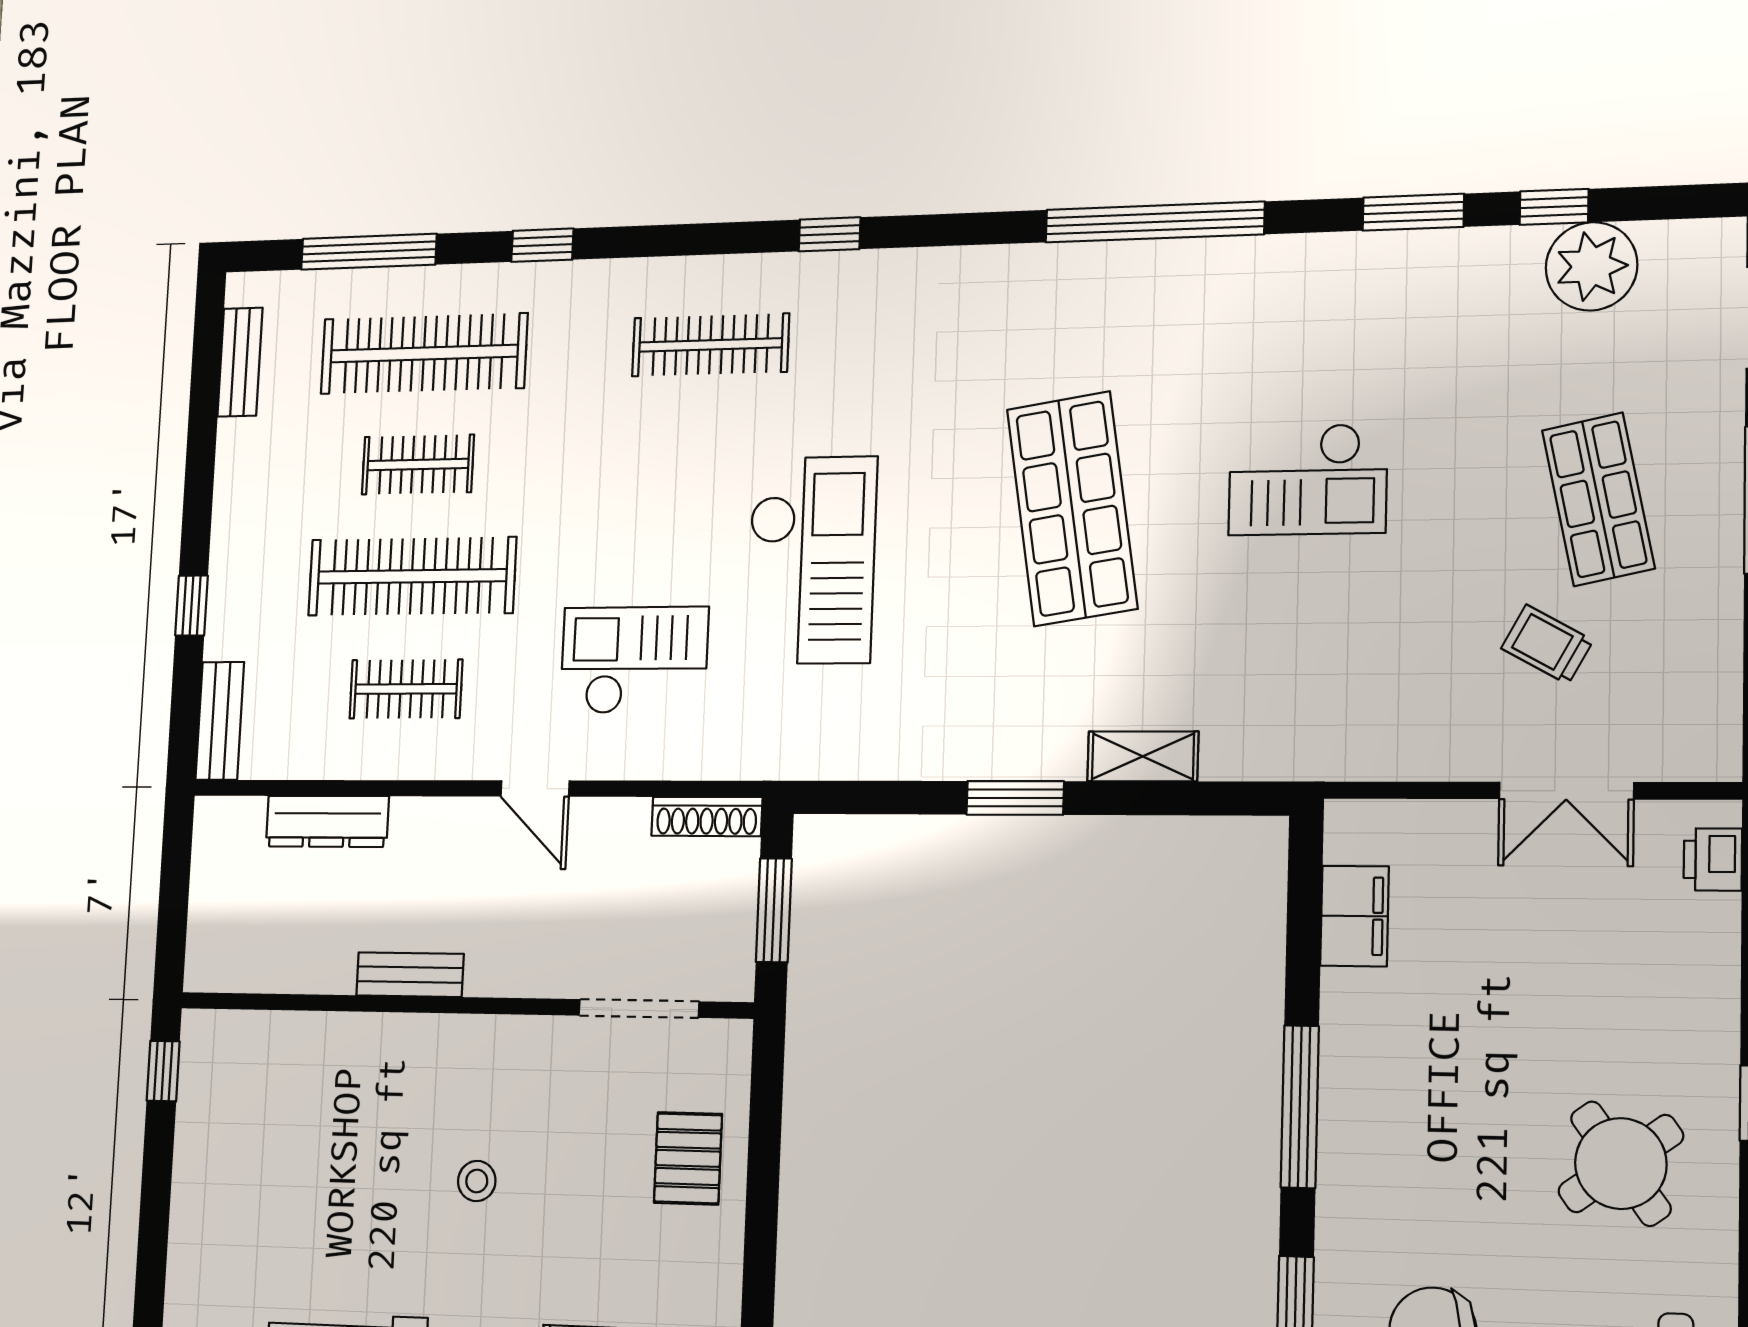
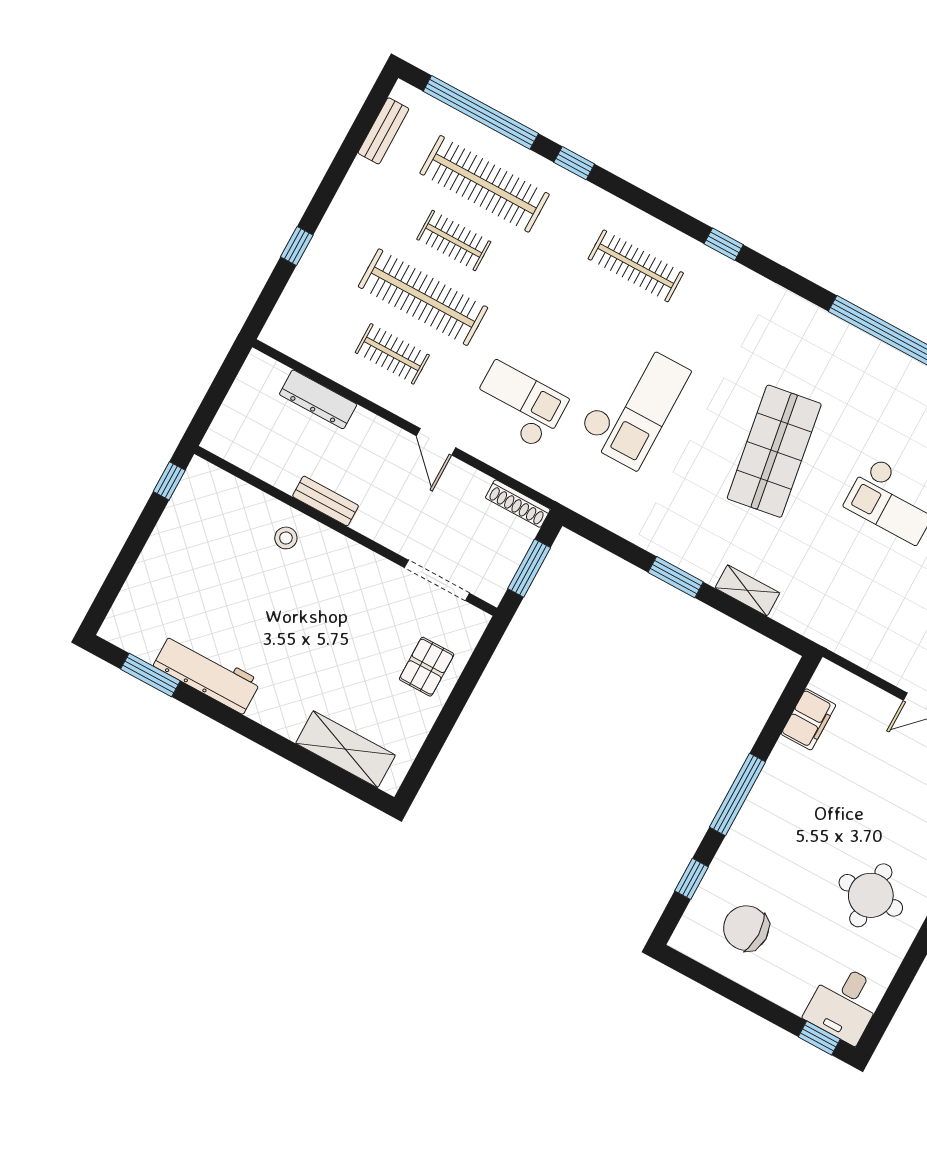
window: (369, 252) -> (481, 112), width x1.46
bench: (220, 721) -> (284, 315), removed
round table: (1621, 1164) -> (871, 895), turned 36
stool: (477, 1181) -> (286, 538), moved

